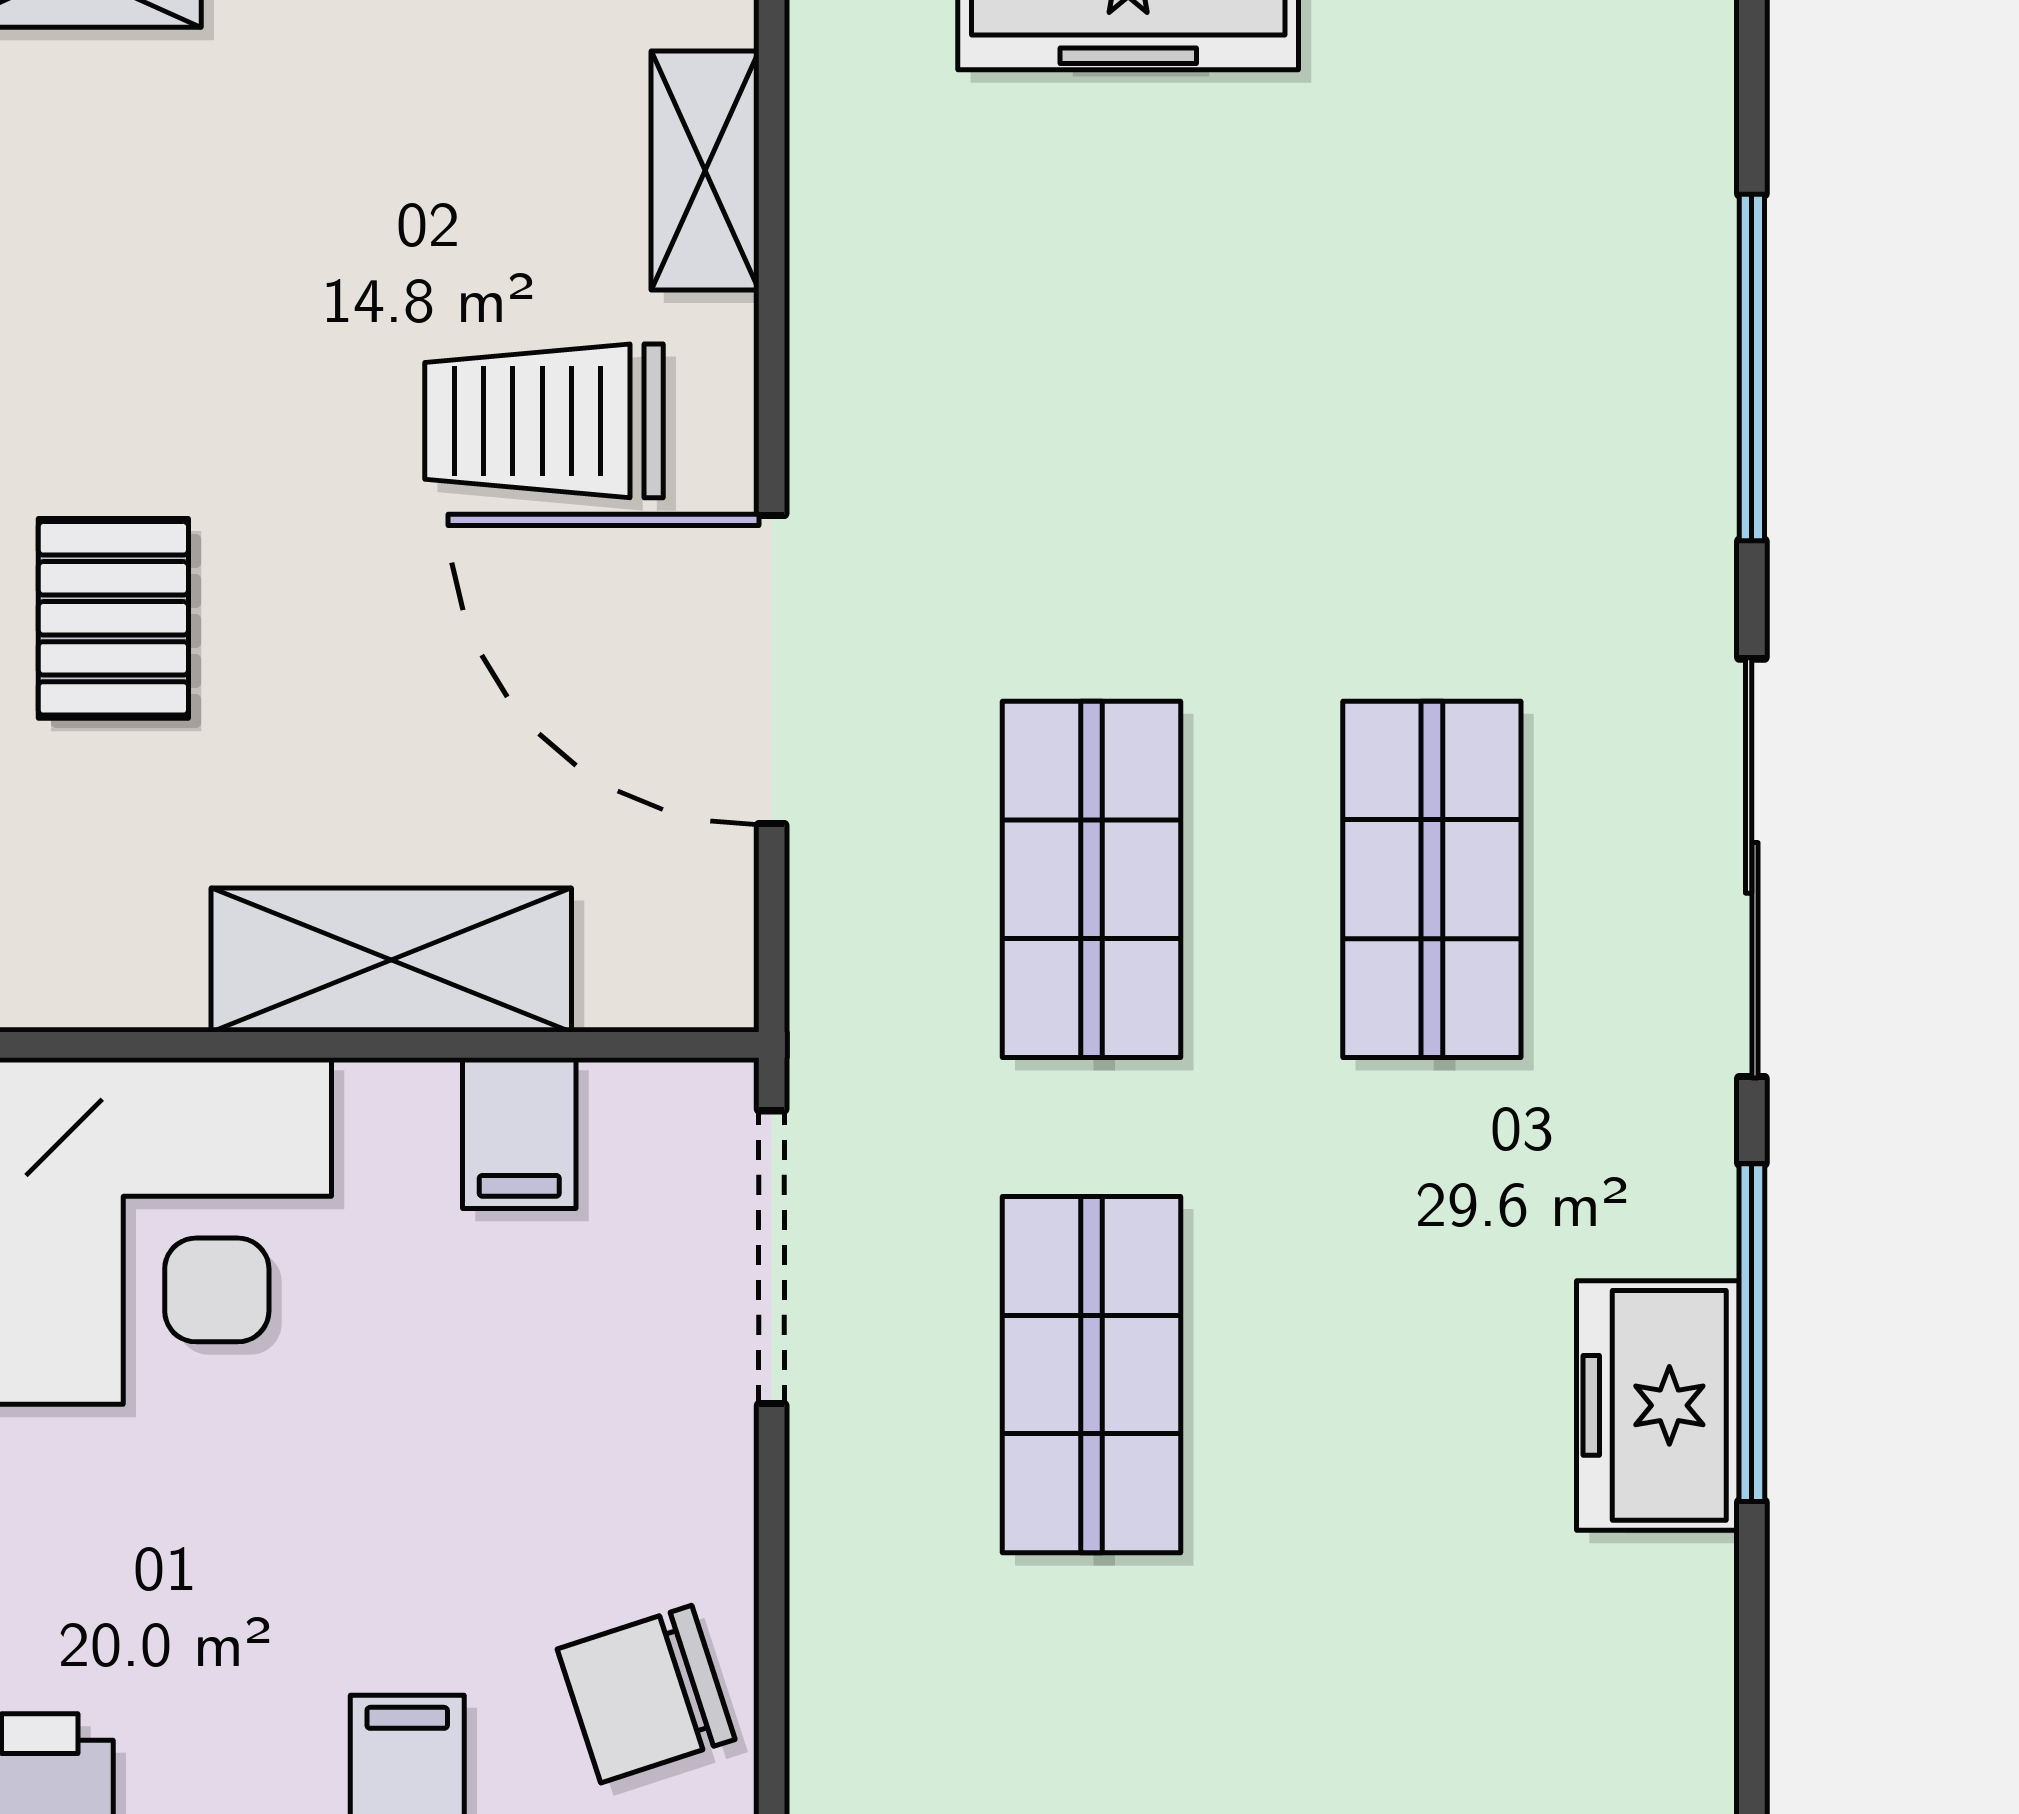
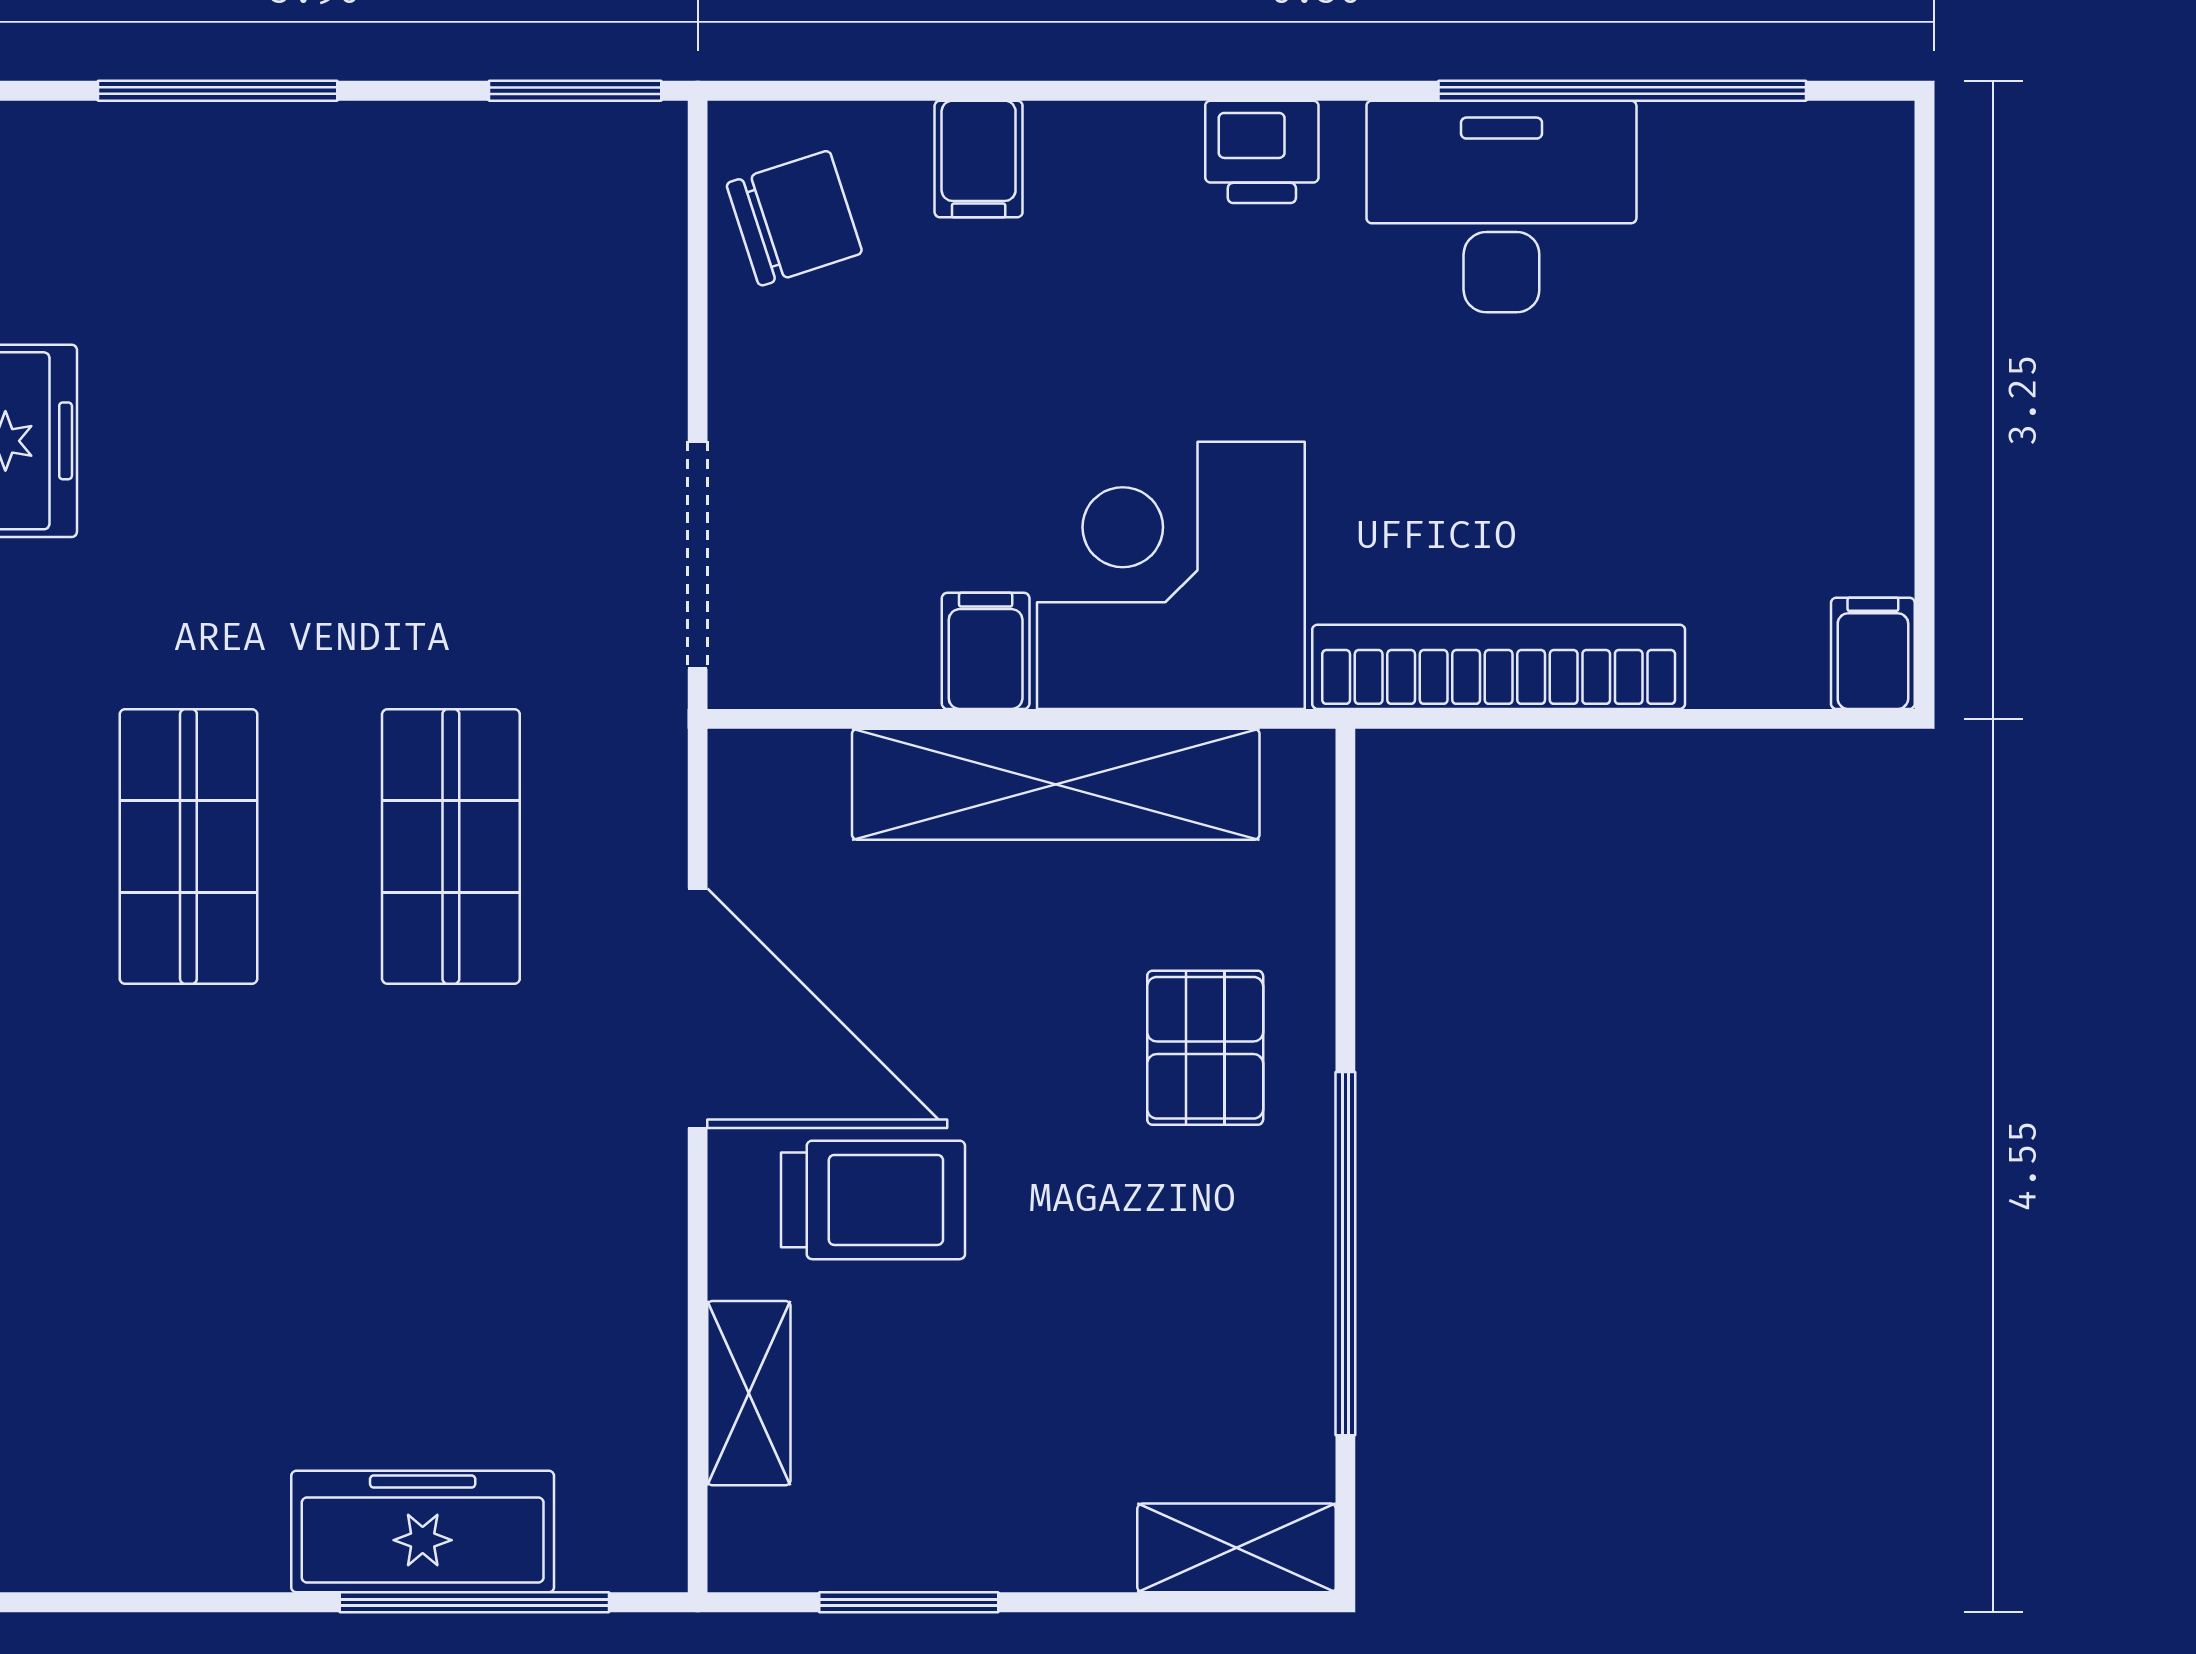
shelving: (391, 960) -> (1056, 784), width x1.47
filing cabinet: (519, 1133) -> (986, 651), moved
shop shelf: (1092, 1375) -> (451, 465), removed

